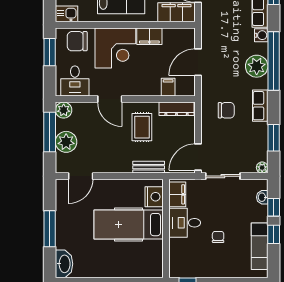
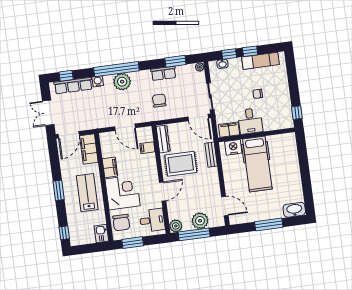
row of seats: (260, 106) -> (163, 73), moved
rug: (142, 127) -> (181, 164), width x1.36, depth x1.43

